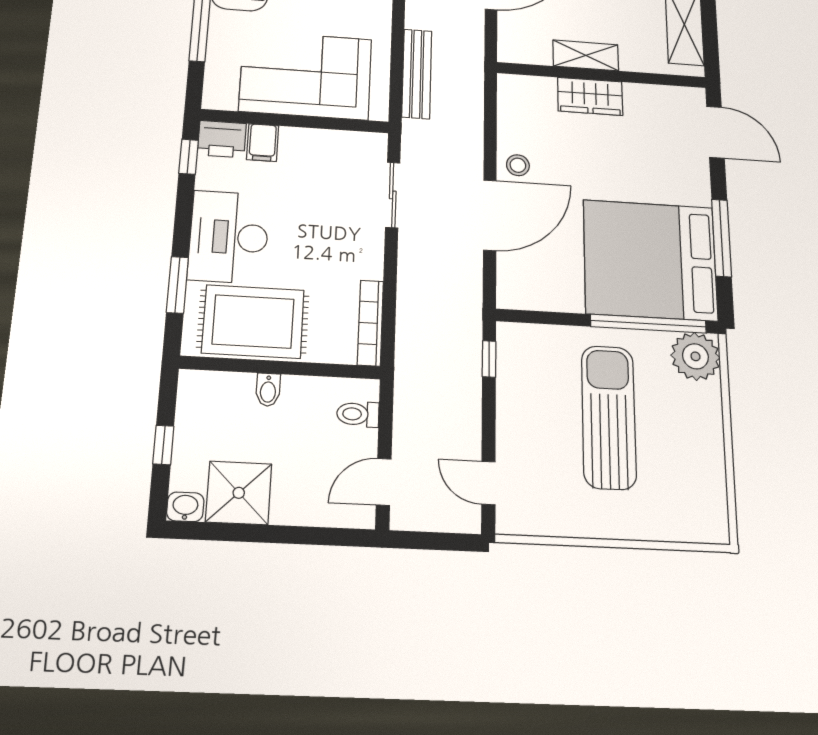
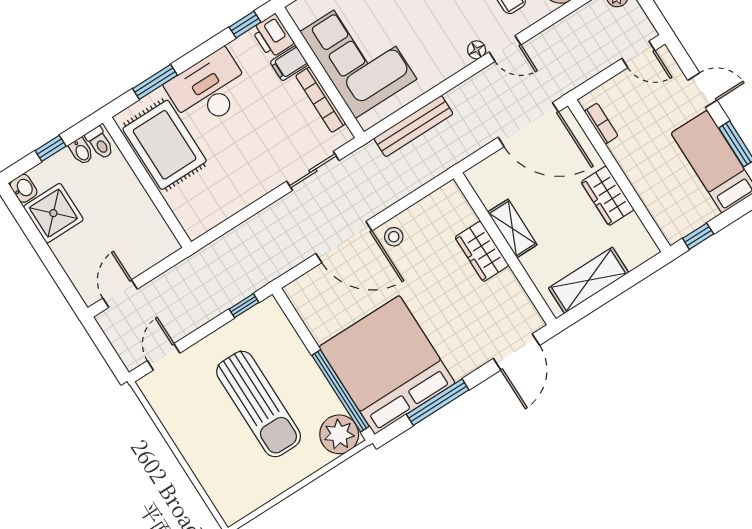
bookcase: (370, 323) -> (321, 100), moved, turned -90
bidet: (268, 390) -> (81, 151), moved, turned -90
toilet: (358, 414) -> (100, 143), moved, turned 180
sun lounger: (609, 417) -> (259, 404), turned 90
door: (384, 482) -> (120, 294), hinge flipped

